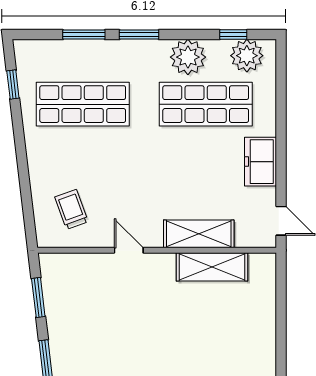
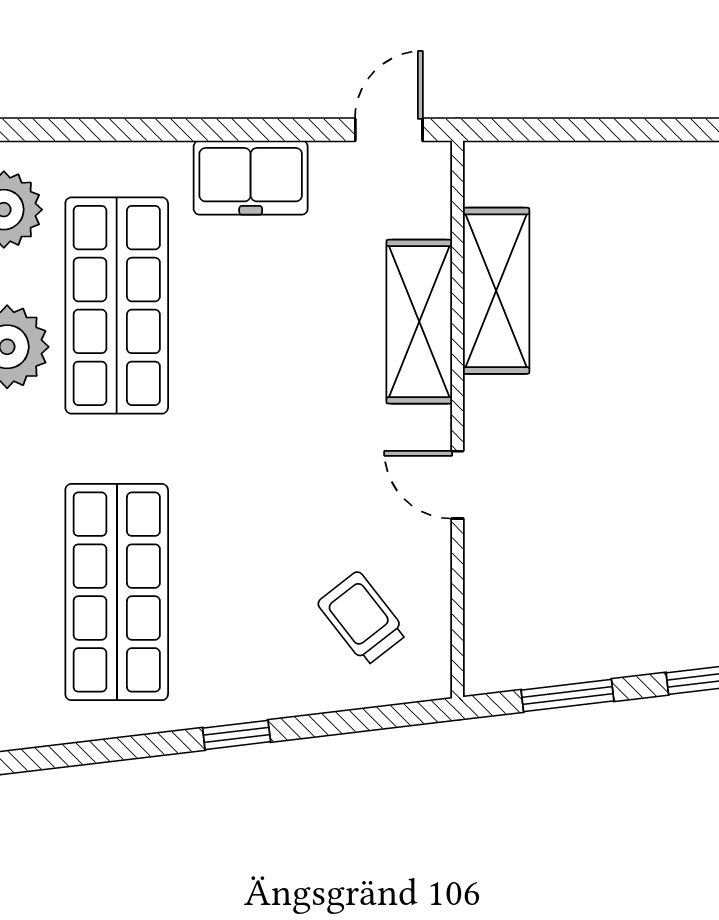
window: (13, 84) -> (237, 735), moved
trolley: (71, 209) -> (362, 618), turned 72
door: (129, 250) -> (457, 485), hinge flipped

